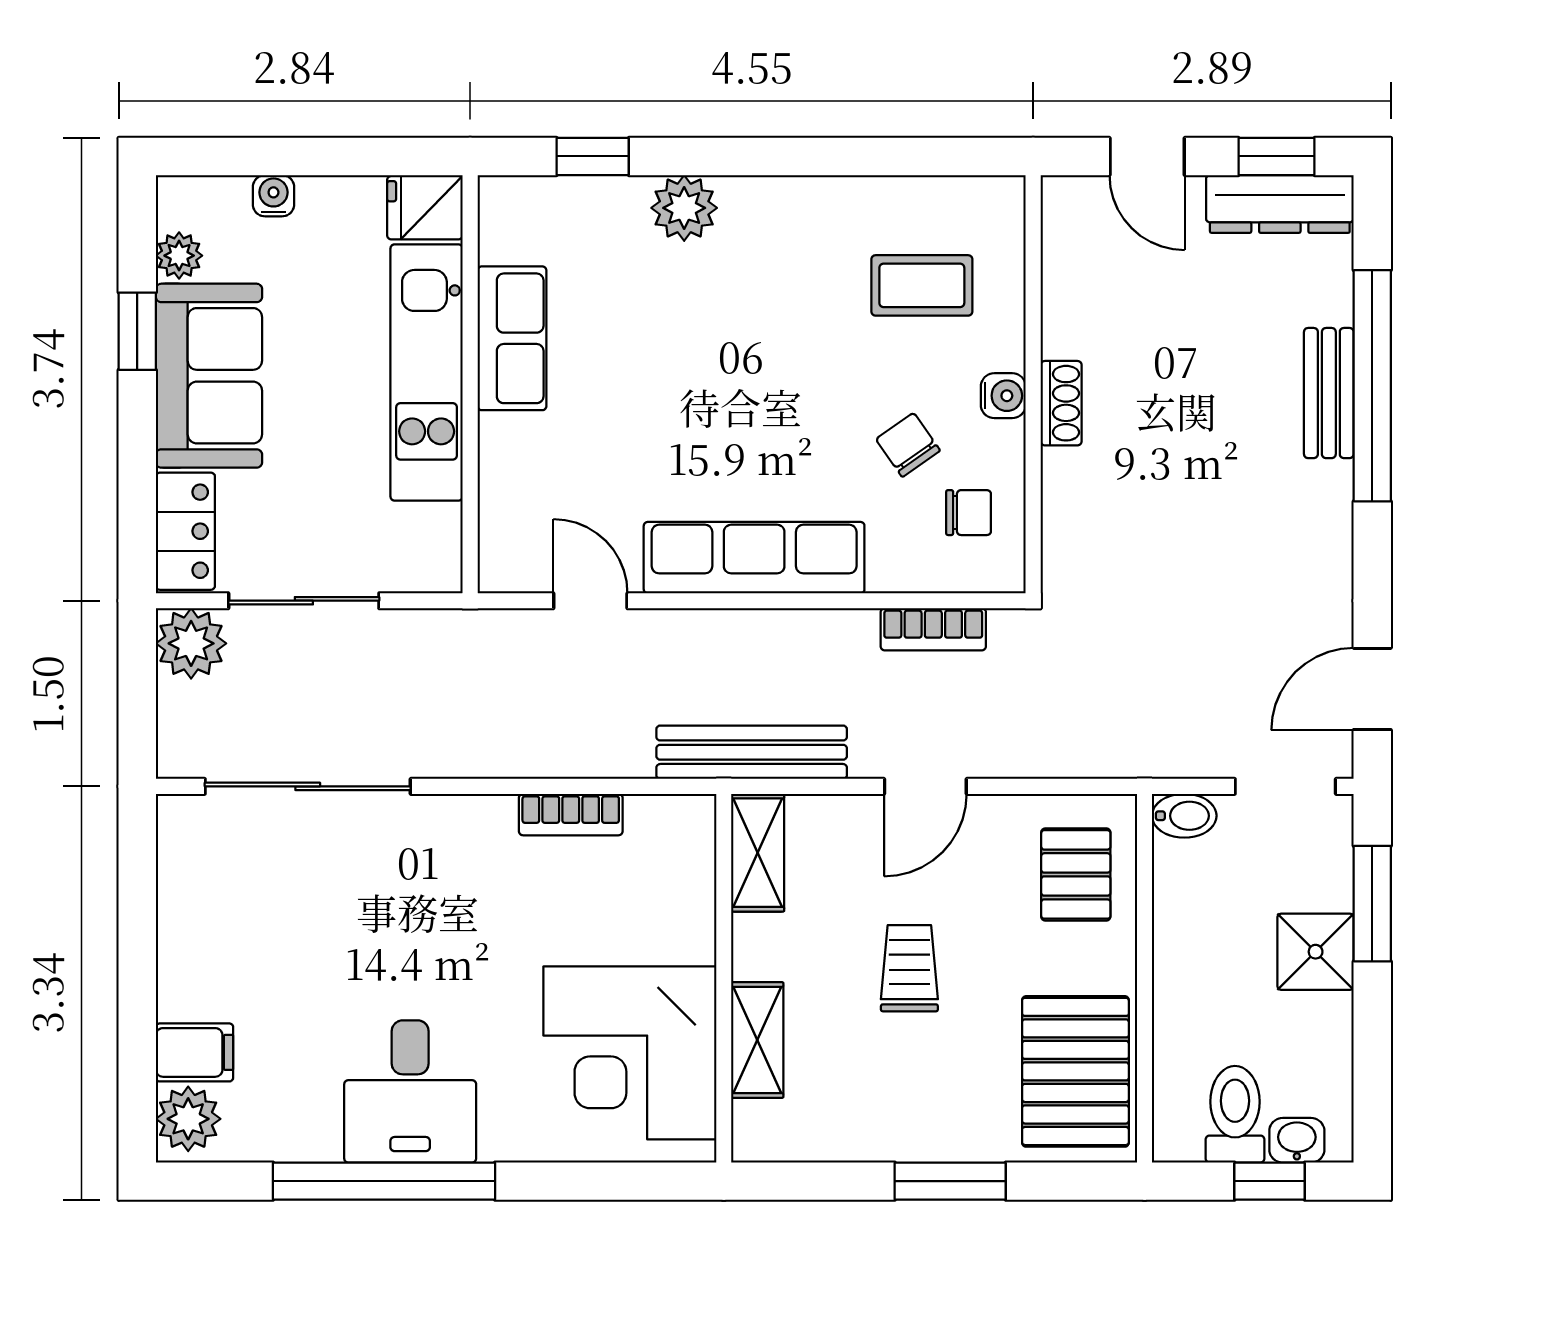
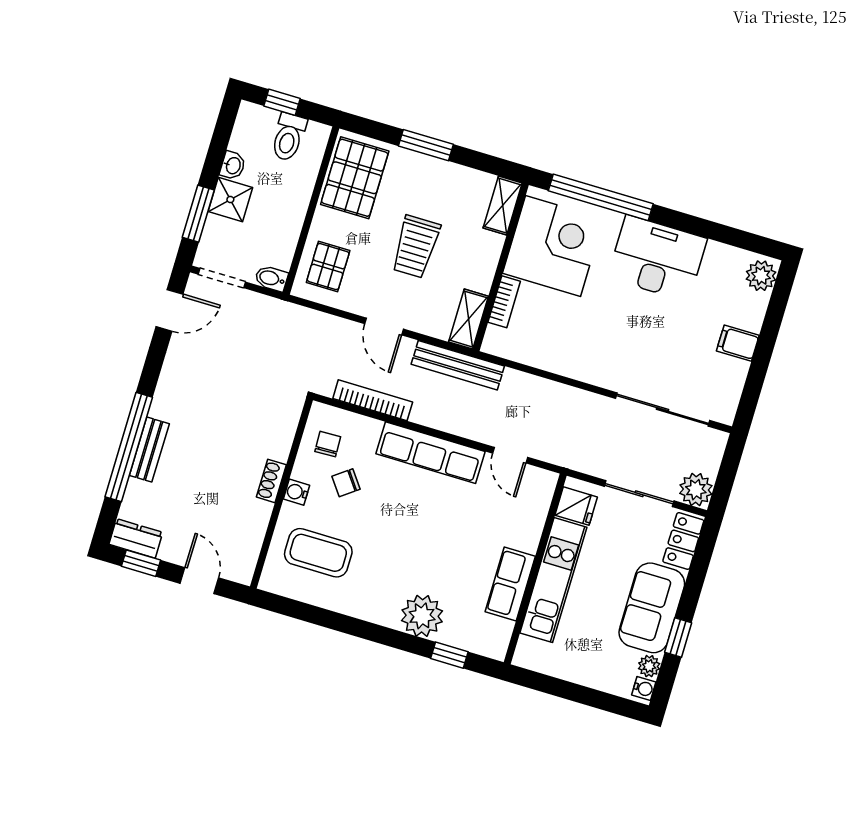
water cooler: (273, 196) -> (644, 688), moved, turned -90
dresser: (1280, 204) -> (136, 538), width x0.70
fridge: (425, 208) -> (576, 506), moved
plant: (684, 208) -> (422, 616), width x1.36, depth x1.36
coffee table: (922, 285) -> (318, 553), width x1.36, depth x1.30
chair: (908, 445) -> (346, 483), turned 89
chair: (969, 513) -> (328, 444), turned 88
bookcase: (933, 629) -> (373, 400), width x1.56
door: (925, 786) -> (384, 326), swing flipped
bookcase: (571, 815) -> (504, 302), moved, turned 90
trolley: (909, 968) -> (416, 247), width x1.36, depth x1.39
shelving: (757, 1040) -> (503, 206), moved
filing cabinet: (195, 1052) -> (738, 343), moved
desk: (410, 1091) -> (657, 258), width x1.37
washbasin: (1297, 1140) -> (233, 165), moved, turned -90
window: (384, 1181) -> (601, 197), moved

